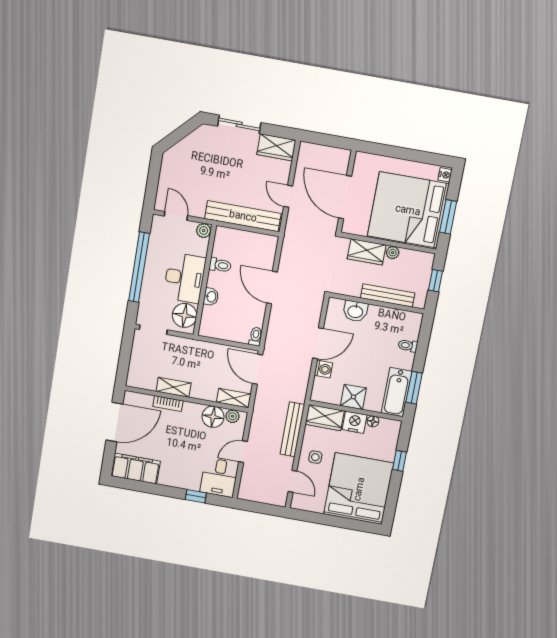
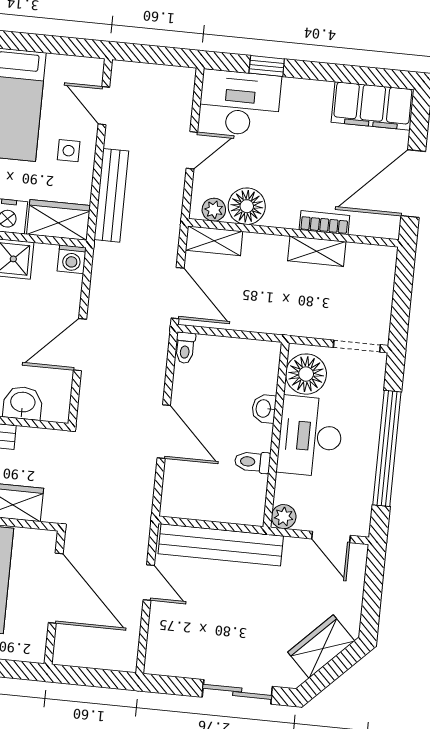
wardrobe: (276, 147) -> (321, 647), moved, turned -45
washing machine: (323, 369) -> (72, 259), moved, turned -90
desk: (219, 478) -> (240, 103), width x1.37

